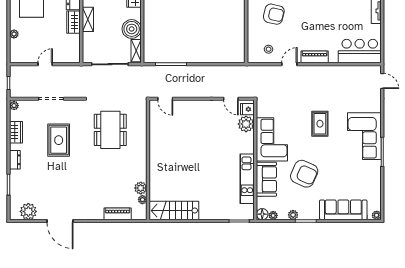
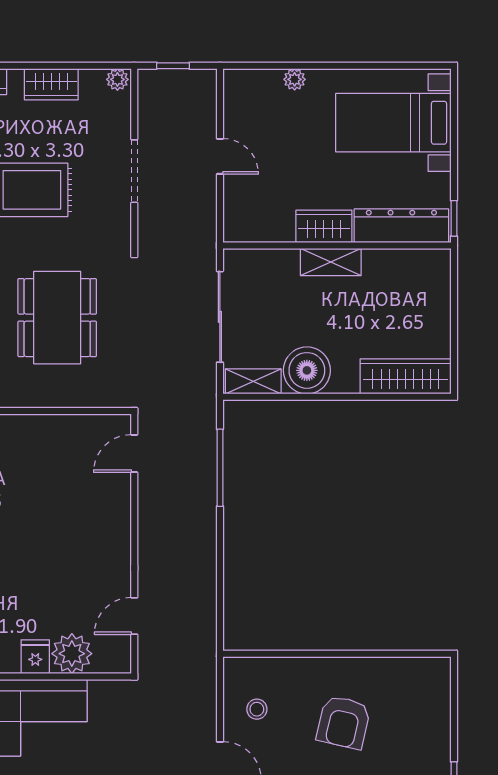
fridge: (247, 109) -> (35, 657), moved
dining table: (110, 130) -> (57, 318), turned 90

